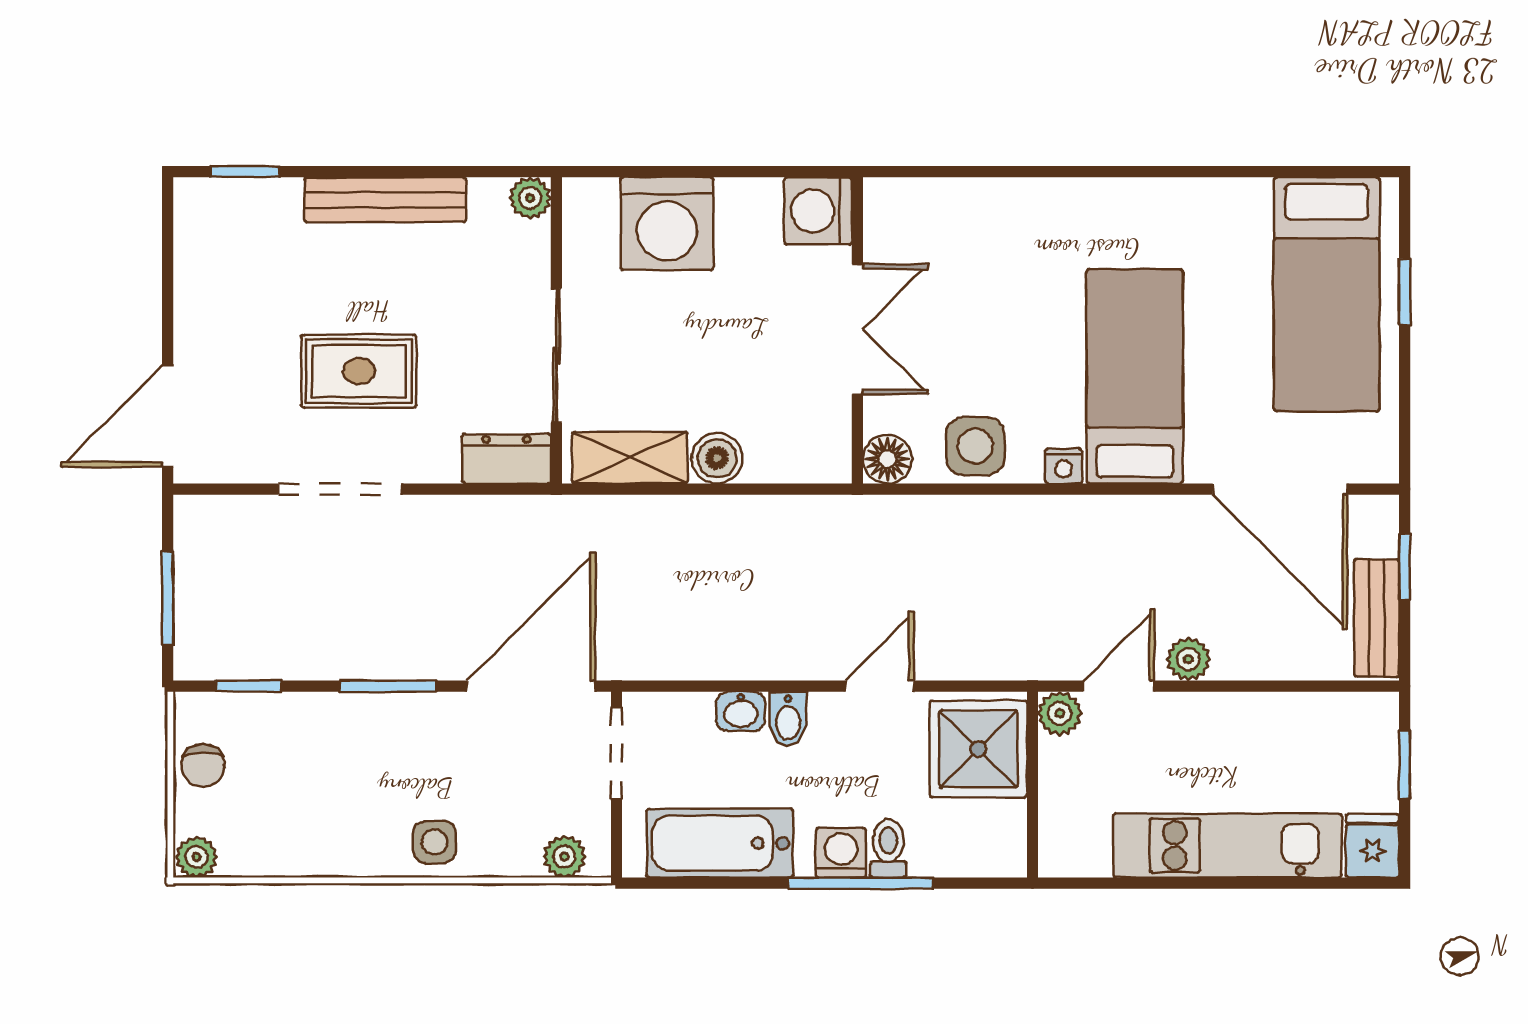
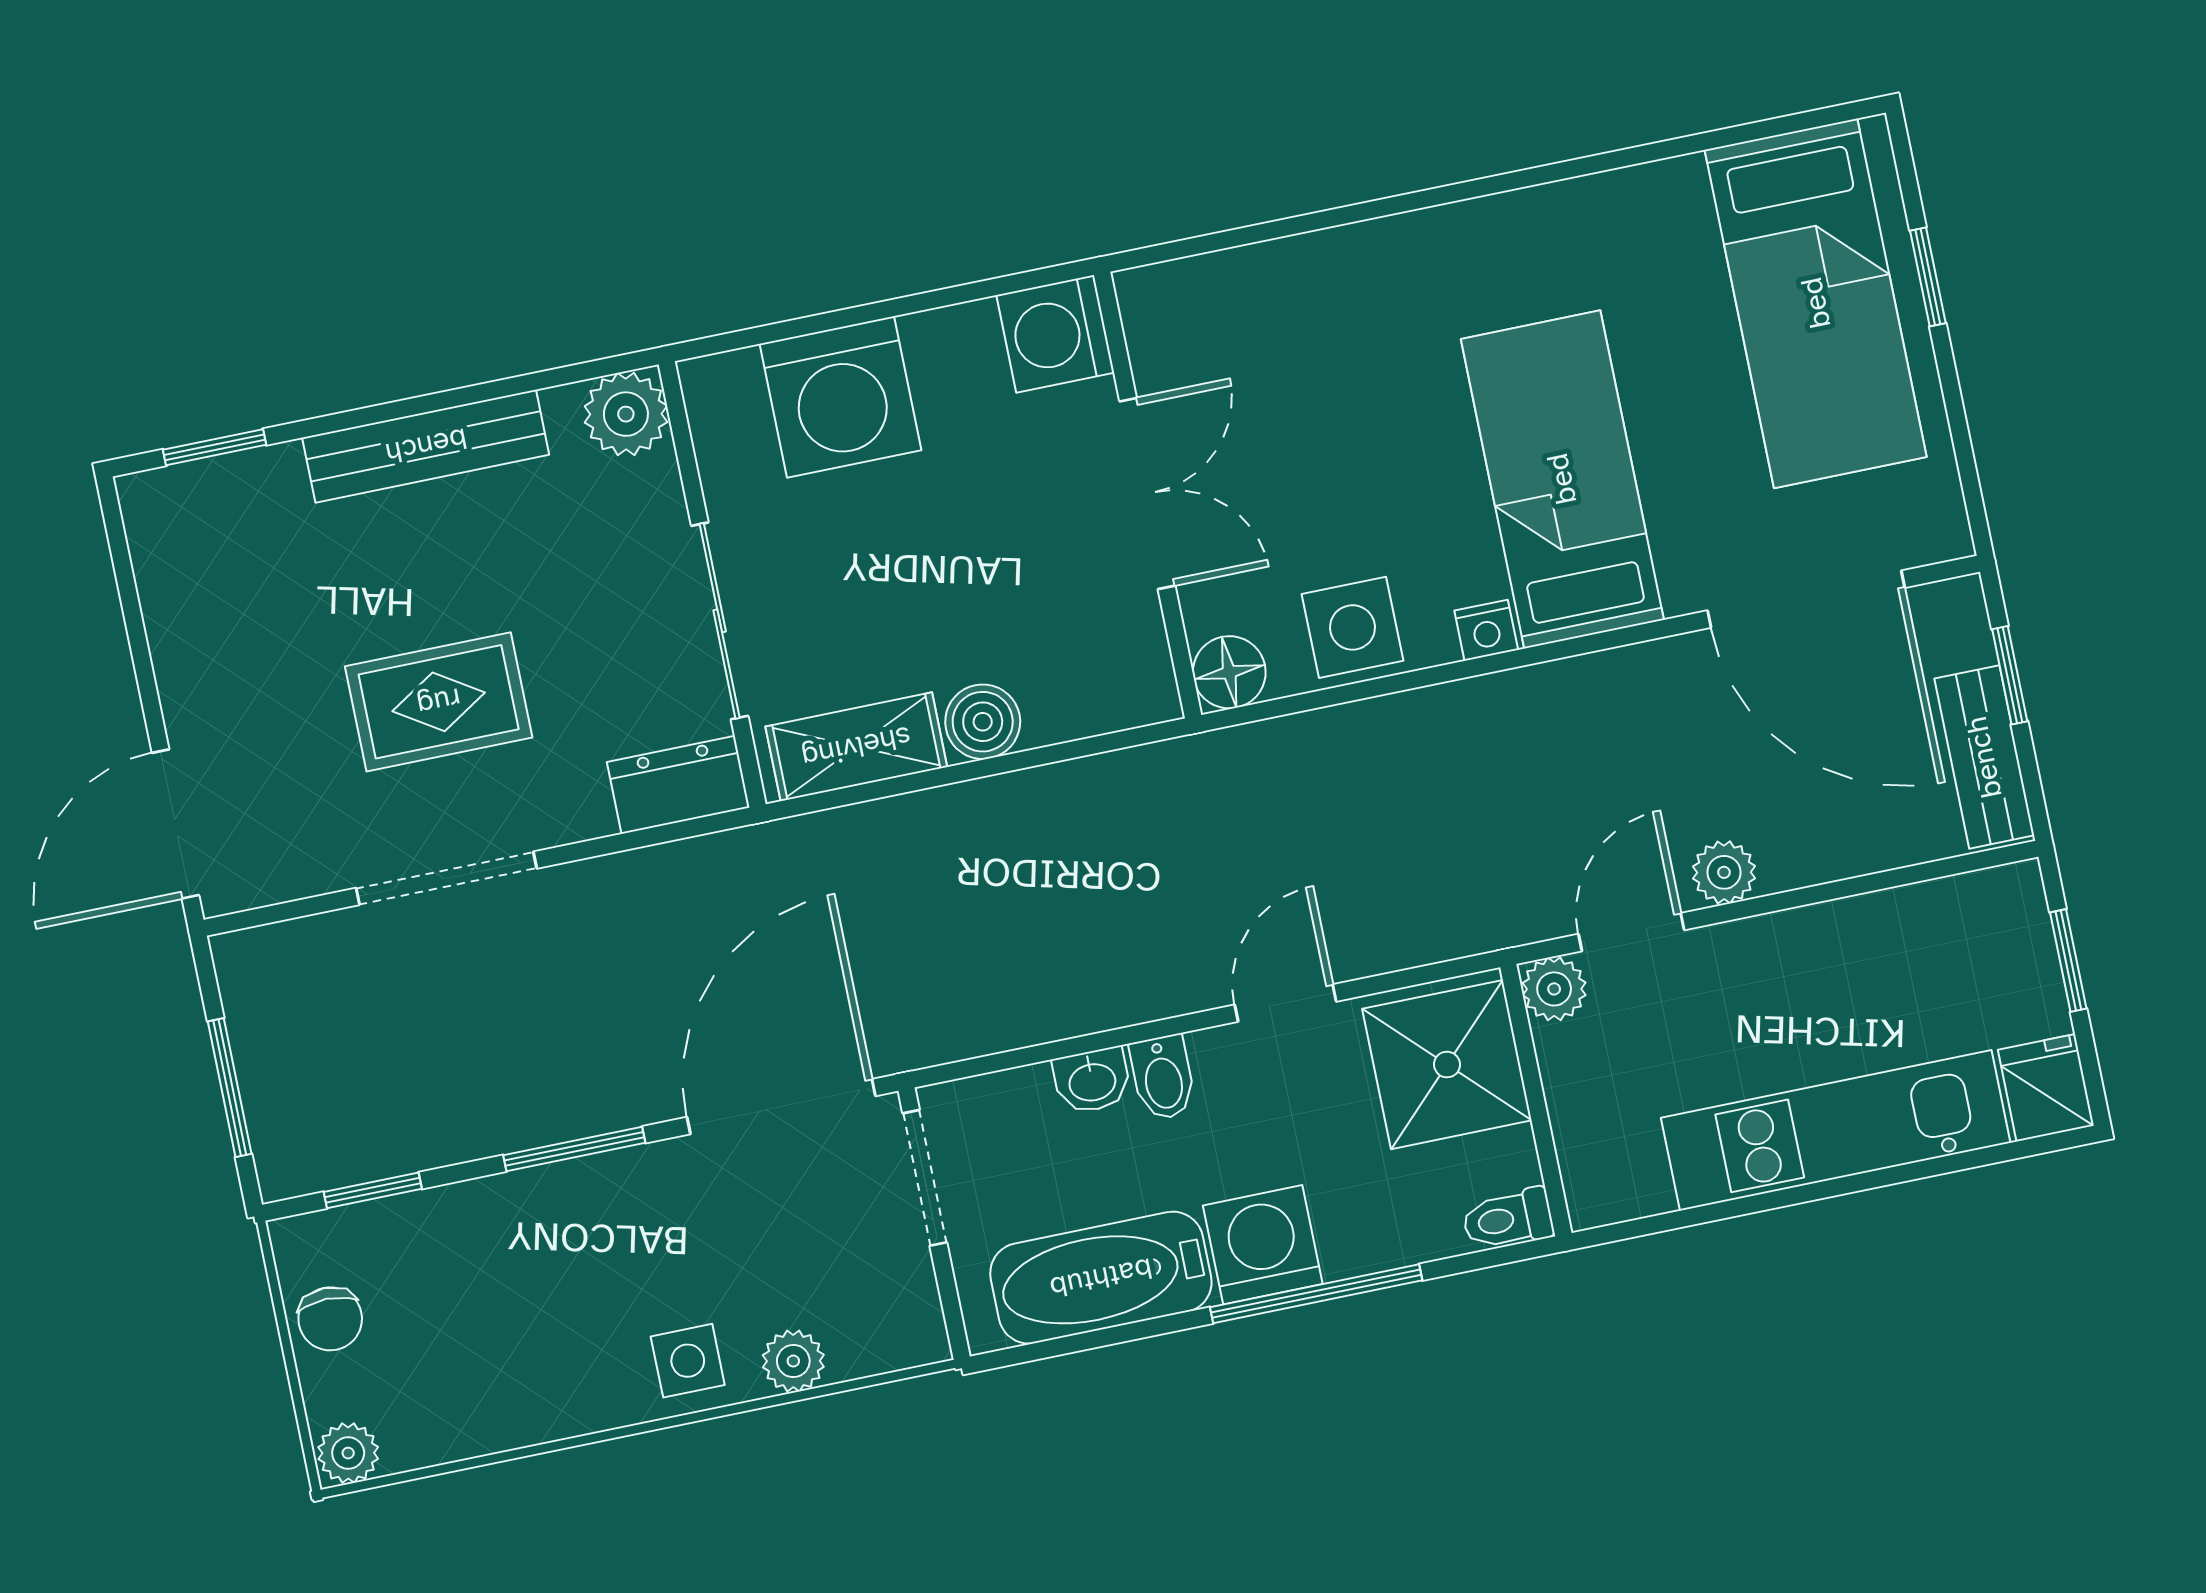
plant: (530, 198) -> (626, 414), width x1.38, depth x1.38
toilet: (888, 848) -> (1508, 1219), moved, turned -90
washing machine: (841, 853) -> (1263, 1245), width x1.38, depth x1.38
plant: (564, 857) -> (793, 1361), moved

